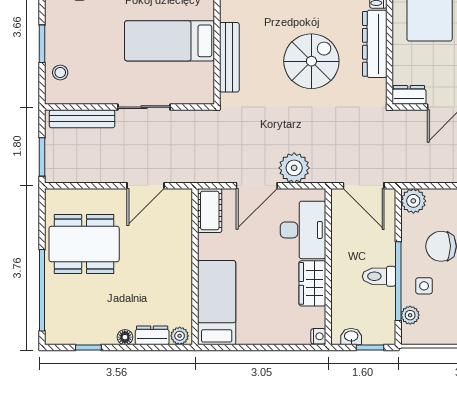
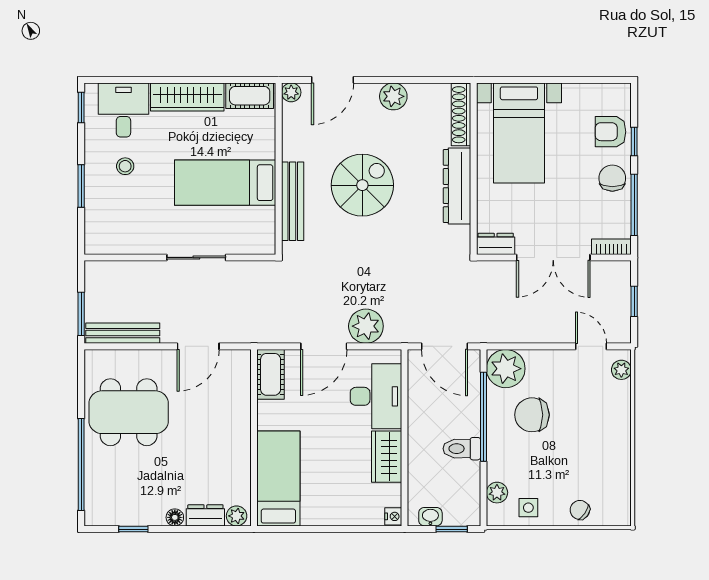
spiral stairs: (311, 61) -> (362, 185), moved
stool: (60, 72) -> (125, 166), moved
bench: (82, 119) -> (123, 333), moved
plant: (413, 201) -> (506, 369), width x1.36, depth x1.36
window: (398, 281) -> (484, 417), moved
side table: (424, 286) -> (528, 508), moved

